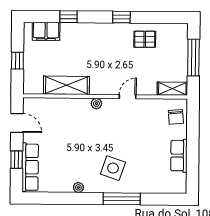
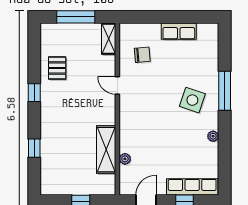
filing cabinet: (46, 31) -> (50, 171), removed
plant: (96, 104) -> (125, 159), moved
chair: (176, 117) -> (142, 55), moved

